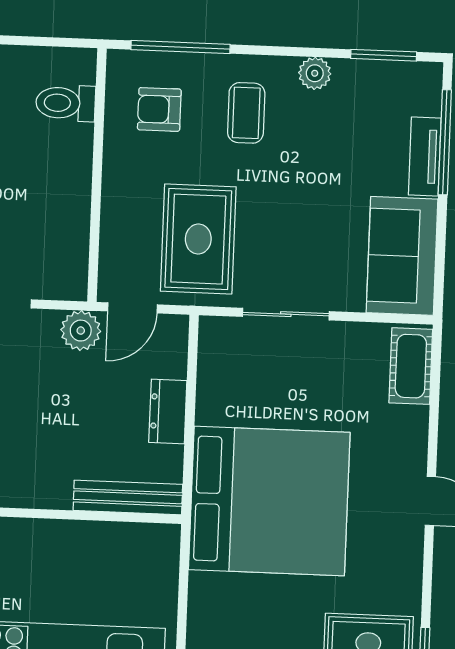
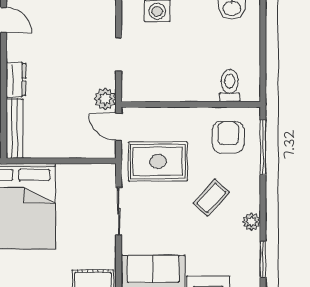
armchair: (159, 109) -> (228, 137), width x1.38, depth x1.38
coffee table: (246, 113) -> (211, 198), moved, turned -48
dresser: (168, 412) -> (16, 80), moved, turned 90

